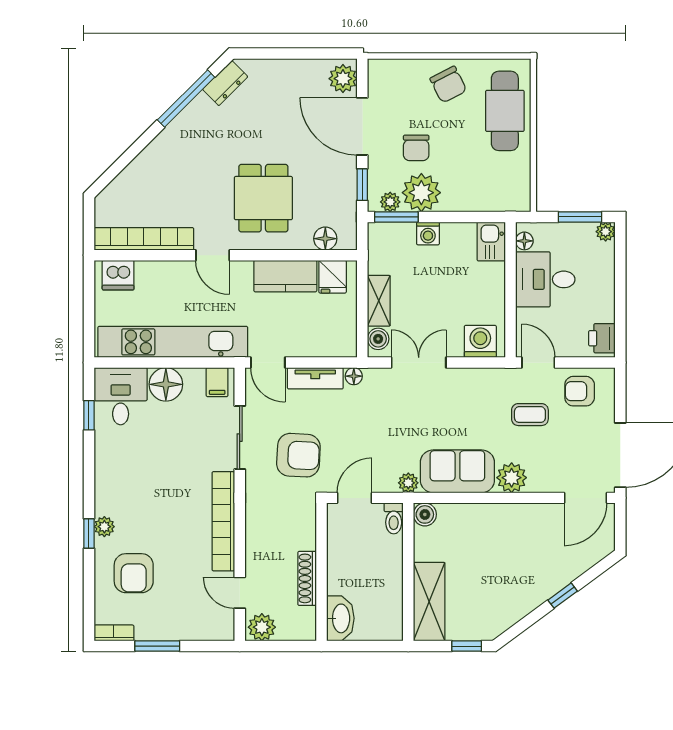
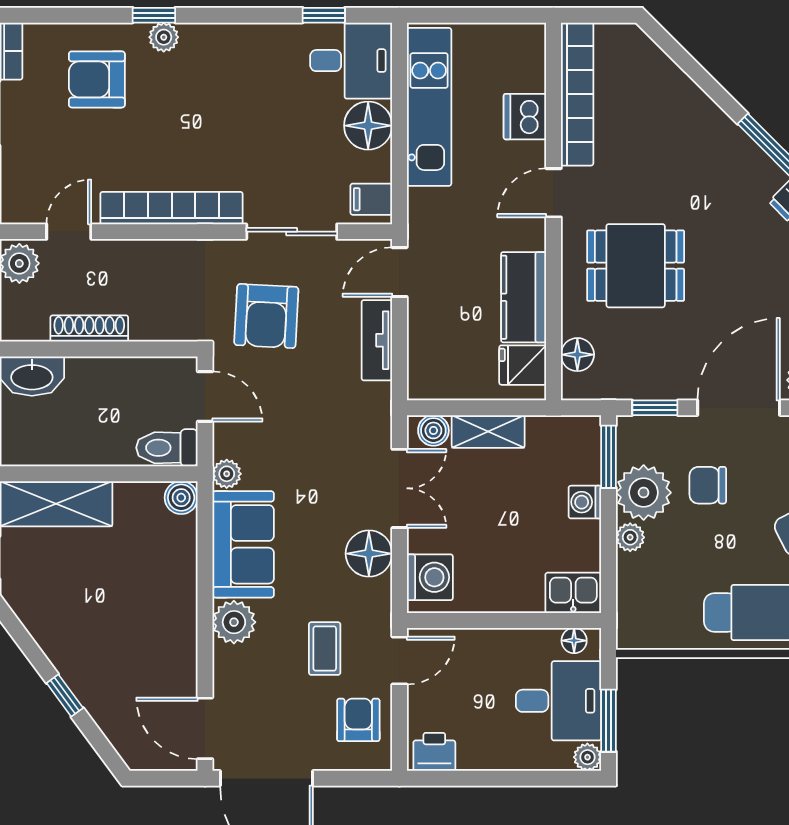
plant: (390, 202) -> (630, 537), moved
dishwasher: (118, 275) -> (525, 117), moved
desk: (545, 279) -> (559, 701), moved, turned 90
kitchen unit: (173, 342) -> (429, 107), width x0.73
floor lamp: (354, 376) -> (369, 554), moved, width x1.89, depth x1.89
toilet: (394, 518) -> (167, 448), width x1.37, depth x1.39

